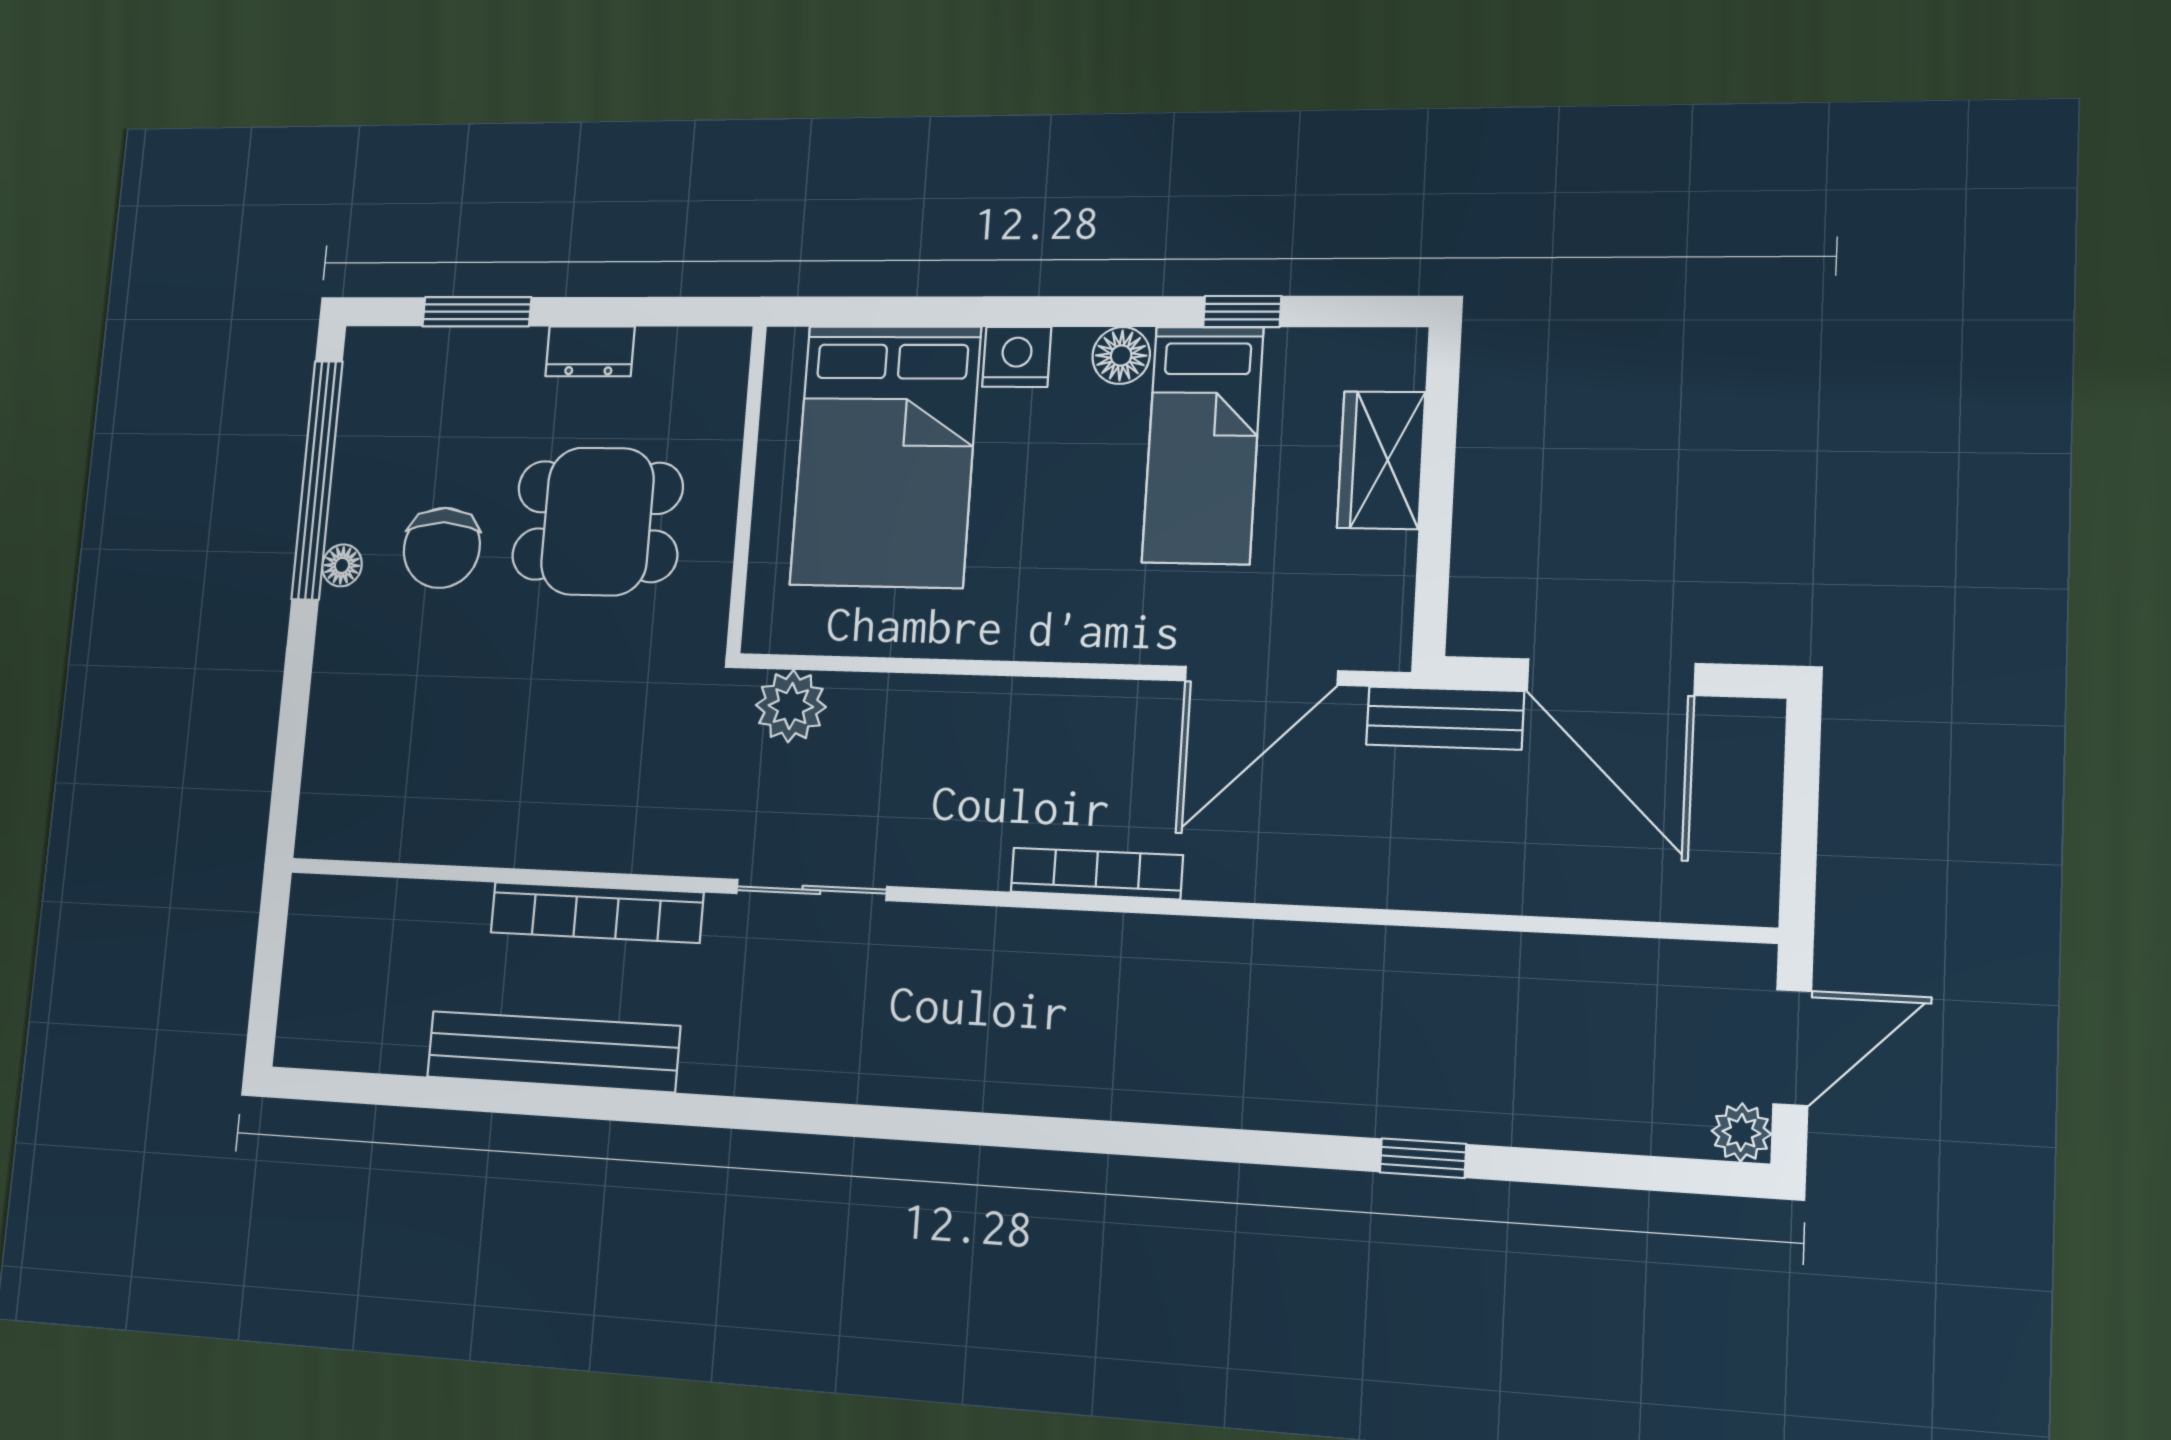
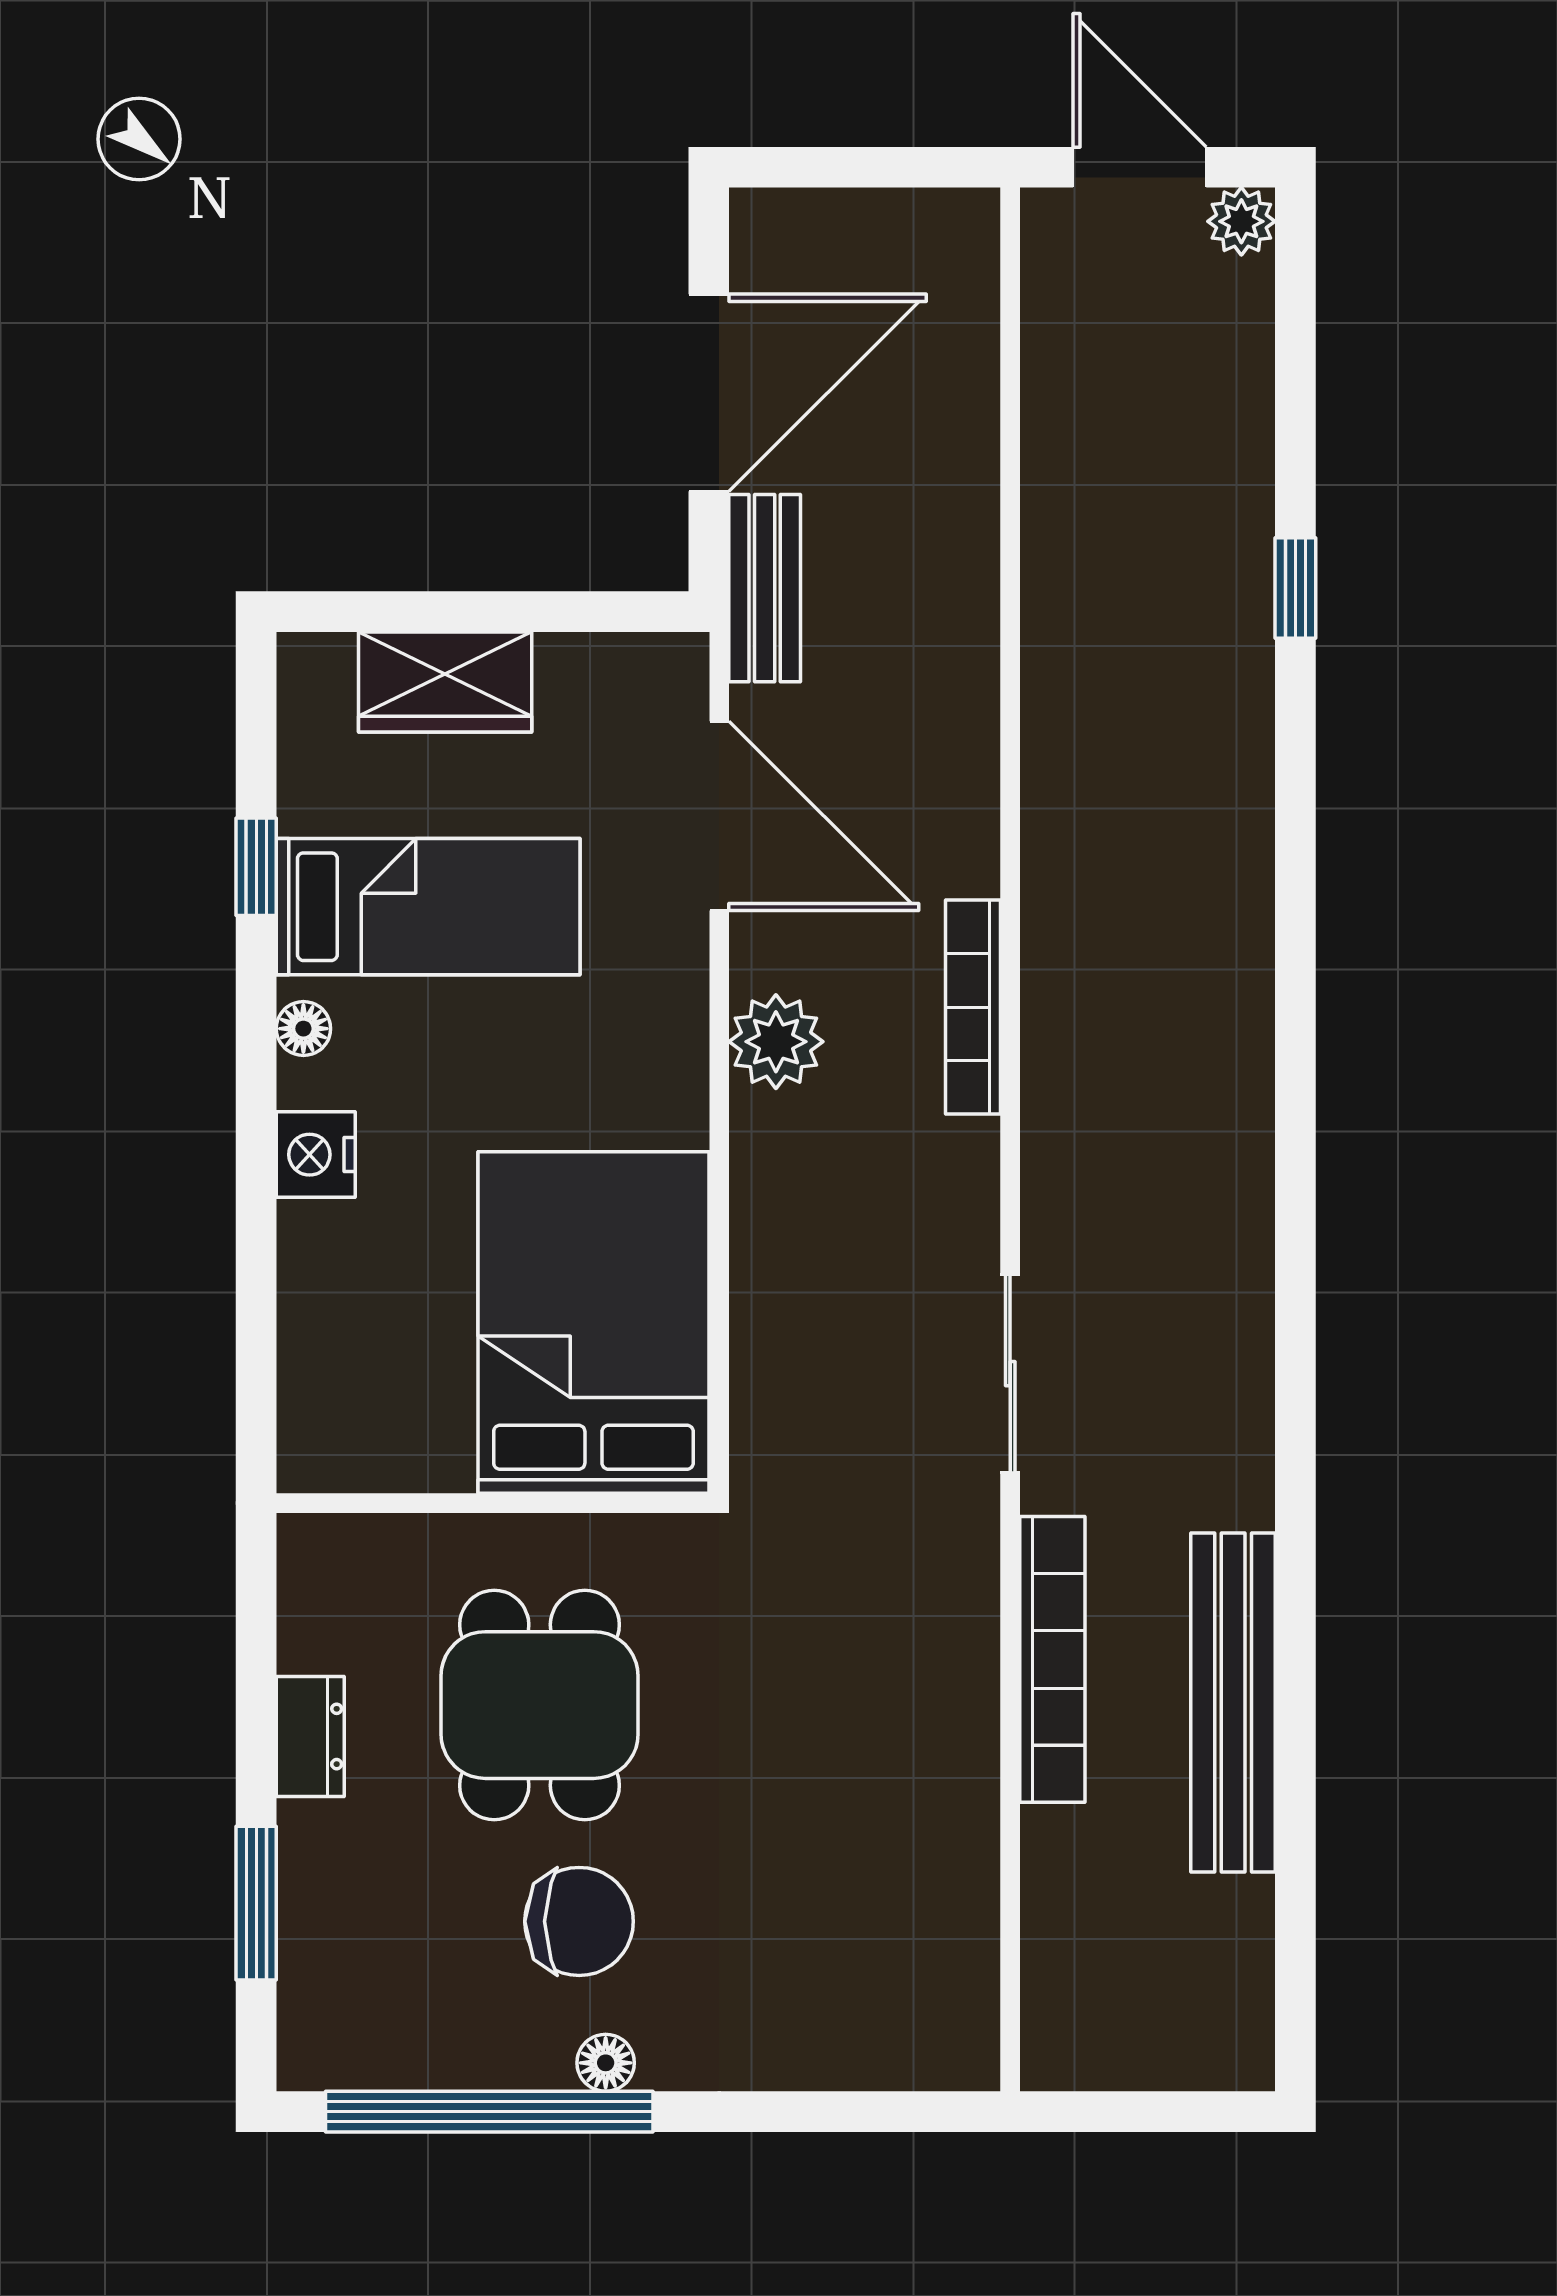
floor lamp: (1121, 355) -> (303, 1029), width x0.73, depth x0.73
bed: (885, 456) -> (593, 1323), moved, turned -90
plant: (791, 706) -> (776, 1042), moved

